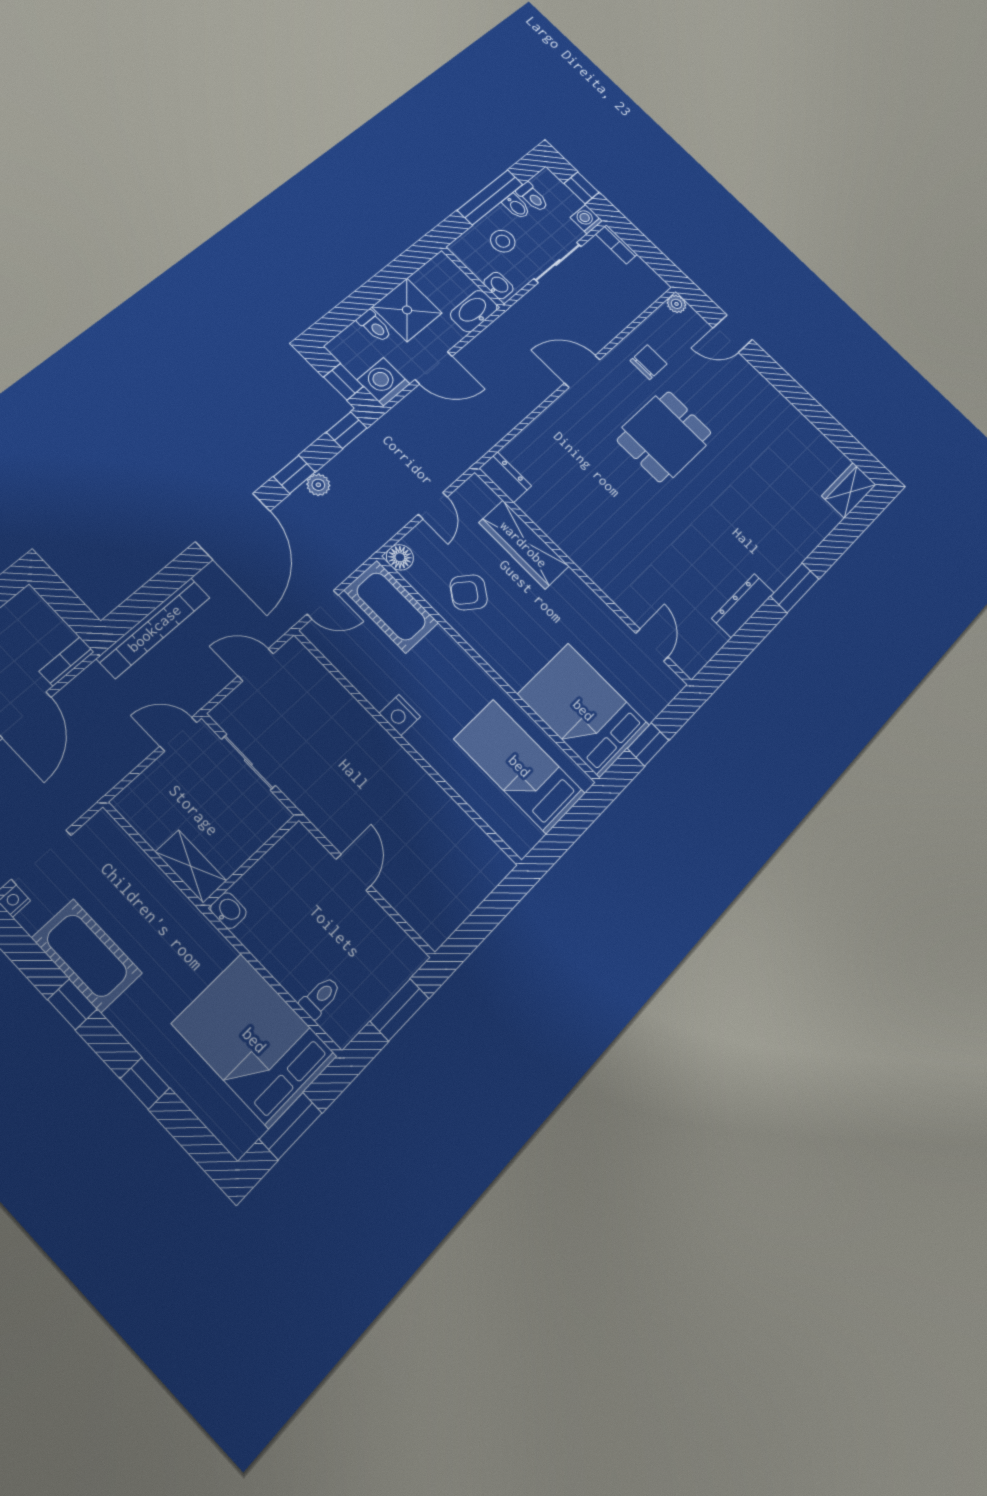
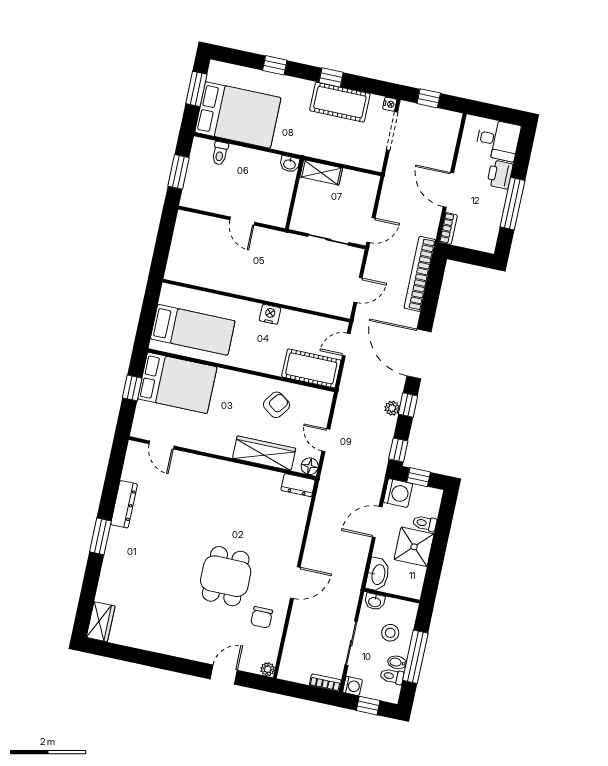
floor lamp: (400, 557) -> (310, 466), moved

